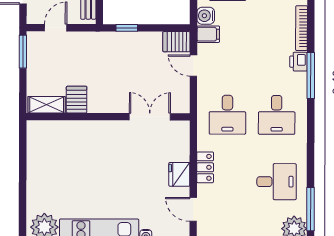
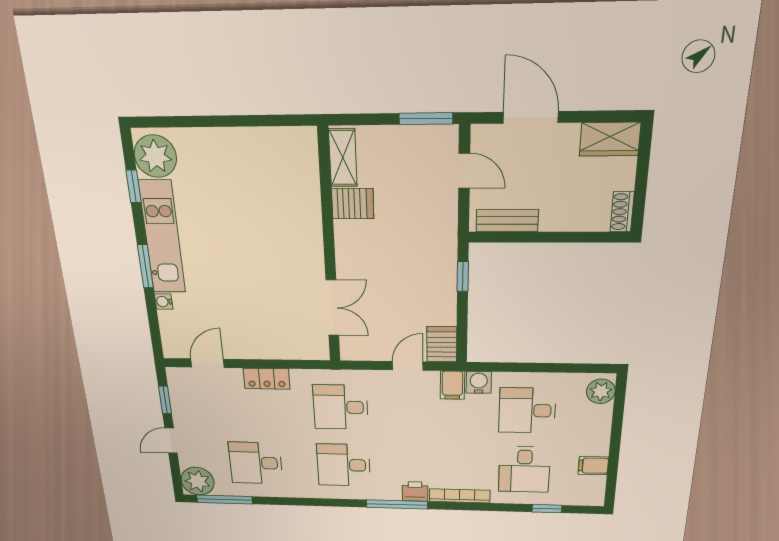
fridge: (179, 174) -> (254, 346), removed
desk: (277, 182) -> (256, 463), turned 90

